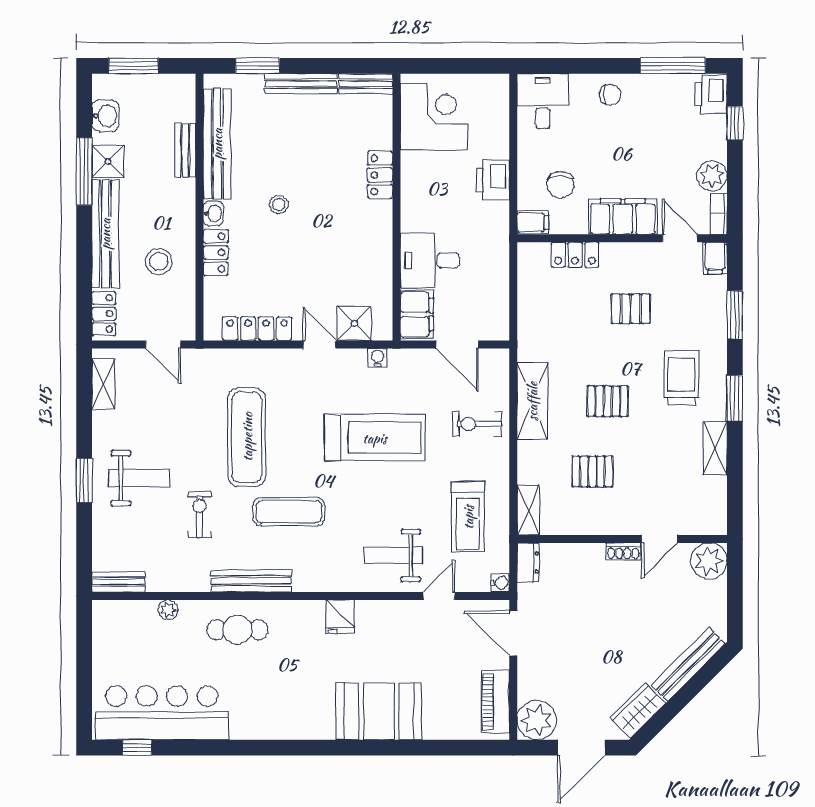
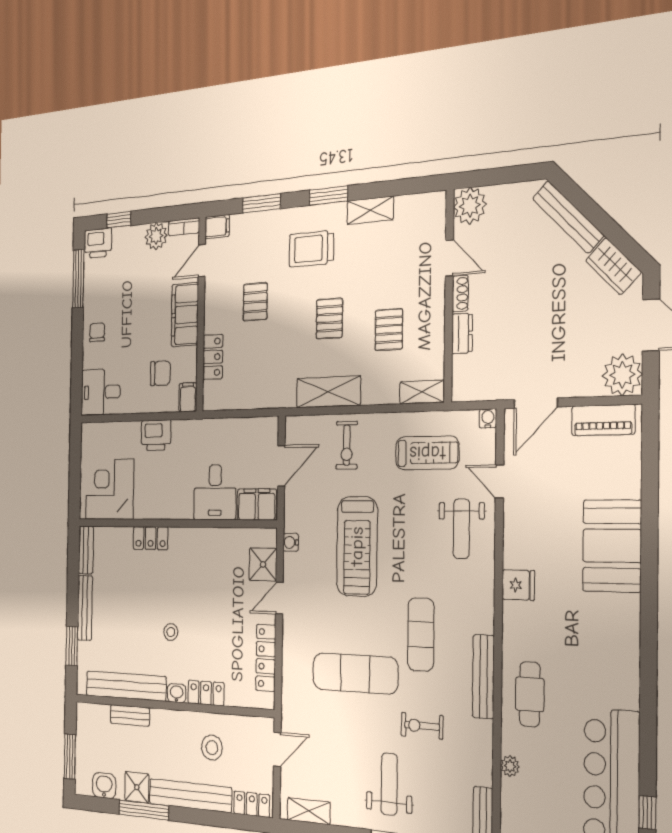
treadmill: (375, 438) -> (357, 546), turned 180
dresser: (528, 562) -> (462, 333), moved, turned 90

